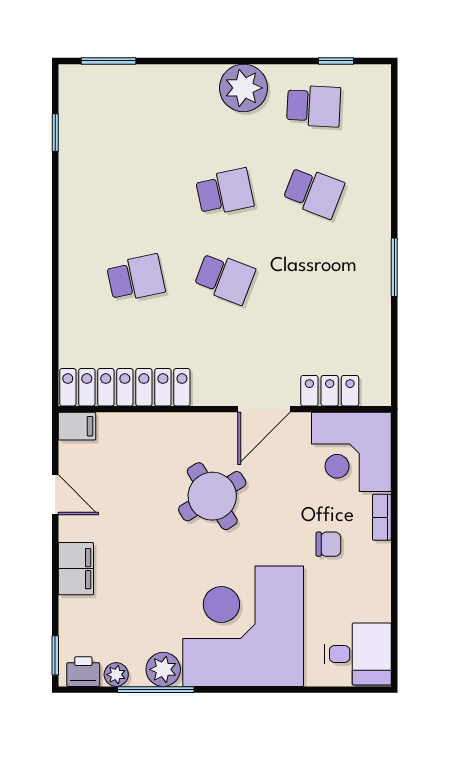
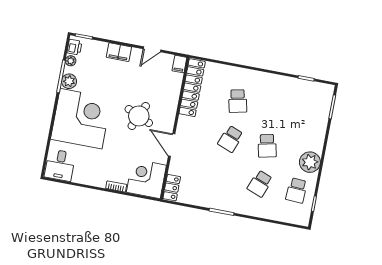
locker: (330, 391) -> (172, 188), moved
round table: (212, 496) -> (139, 116), turned -34
chair: (328, 544) -> (109, 162), removed

